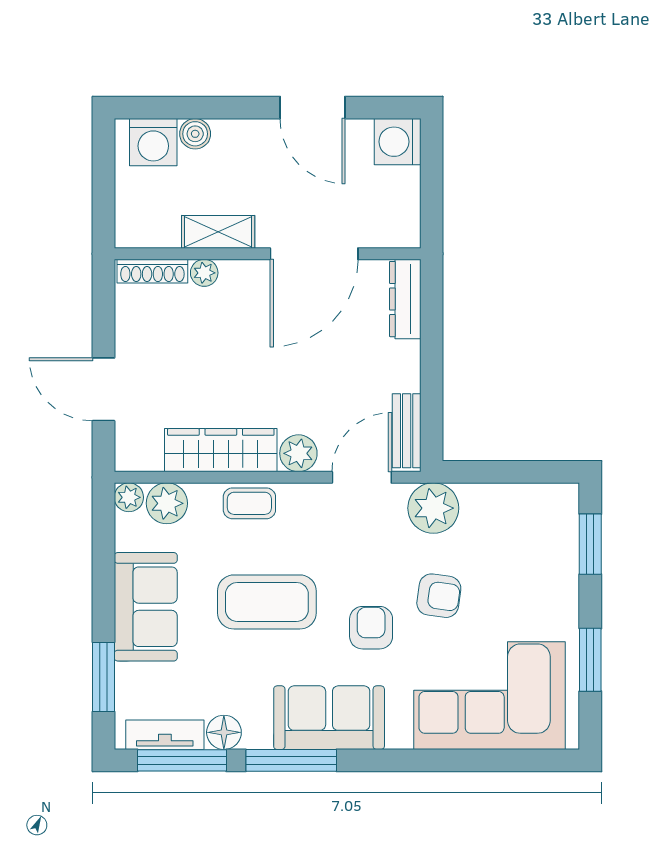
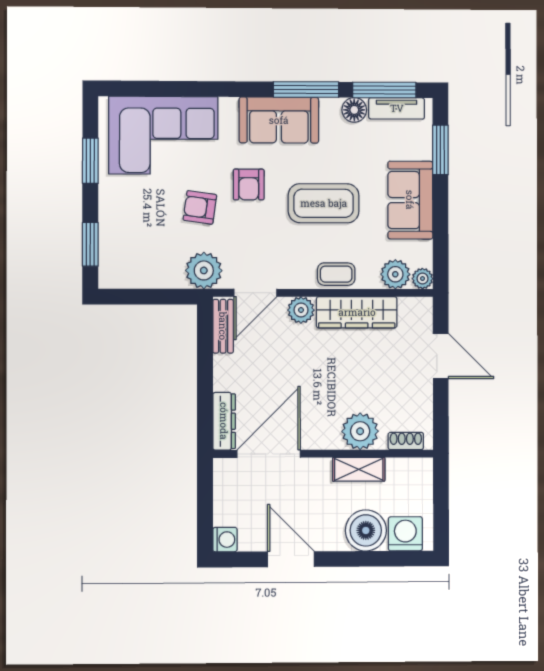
boiler: (195, 134) -> (366, 530), width x1.86, depth x1.86
washing machine: (398, 142) -> (225, 540), width x0.73, depth x0.73
door: (314, 254) -> (269, 454), moved
shoe rack: (152, 271) -> (406, 441), width x0.70
plant: (204, 273) -> (360, 431), width x1.88, depth x1.88

